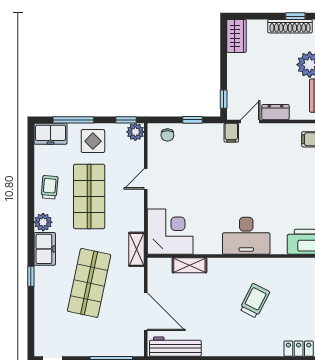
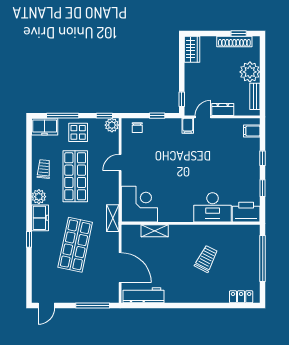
desk: (246, 236) -> (213, 207), moved

